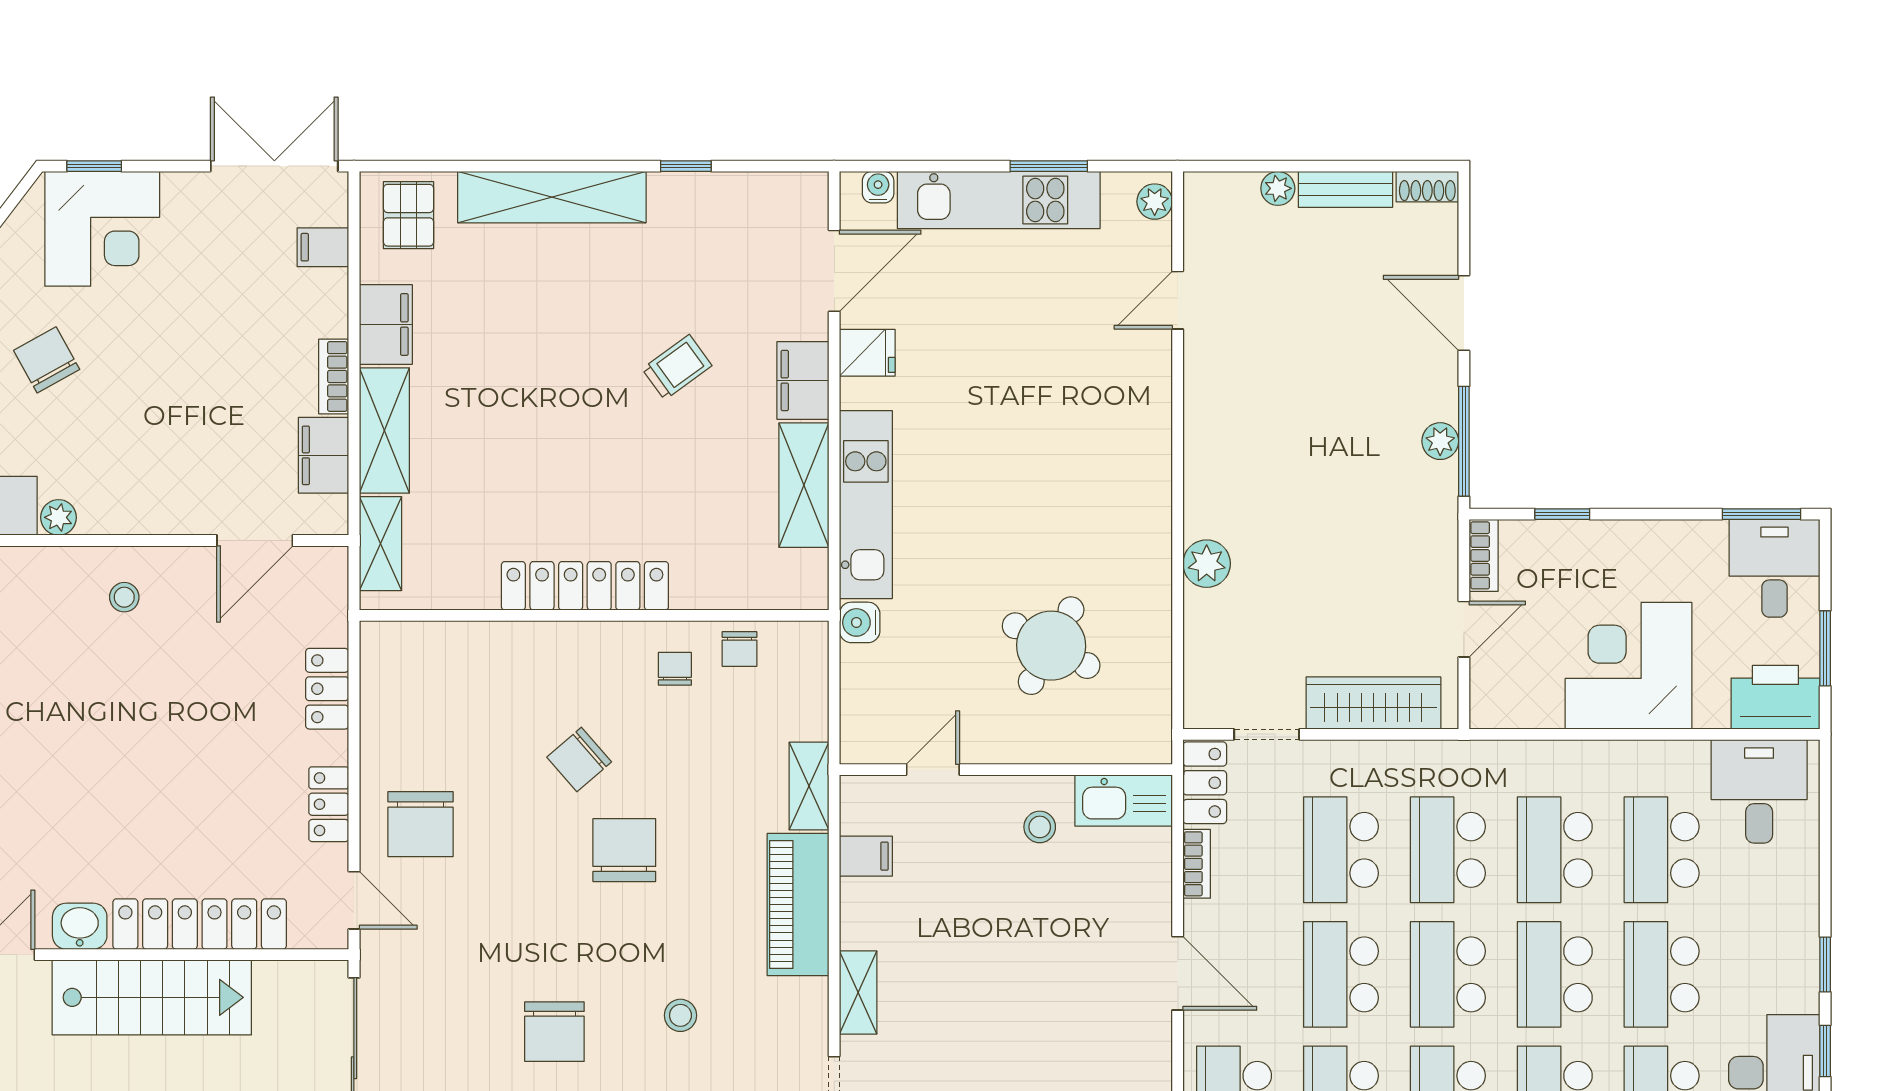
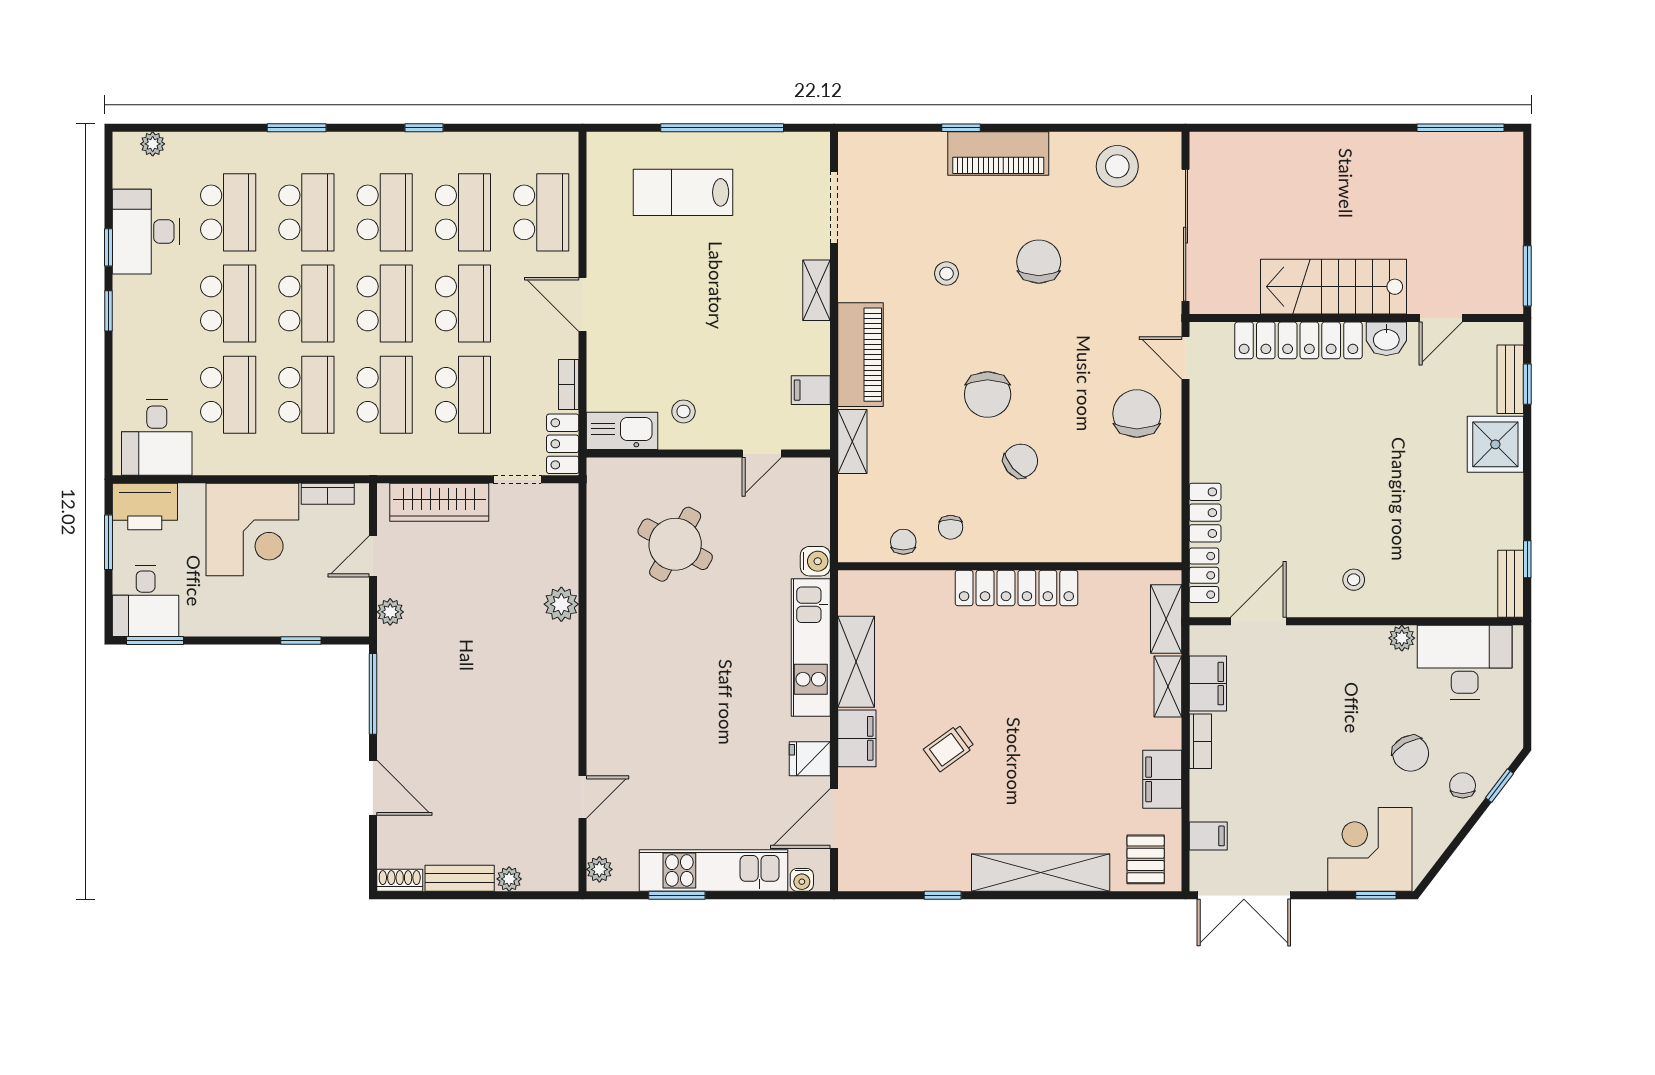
shelving: (384, 430) -> (1168, 686), width x0.67, depth x0.75
plant: (1440, 441) -> (390, 612), moved
bookcase: (1484, 555) -> (328, 494), moved, turned -90
locker: (329, 804) -> (1204, 575), moved

